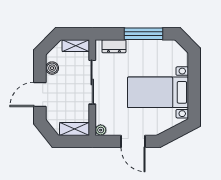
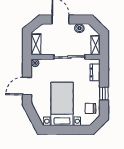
window: (143, 34) -> (104, 94), width x0.46
chair: (164, 53) -> (90, 108), added

